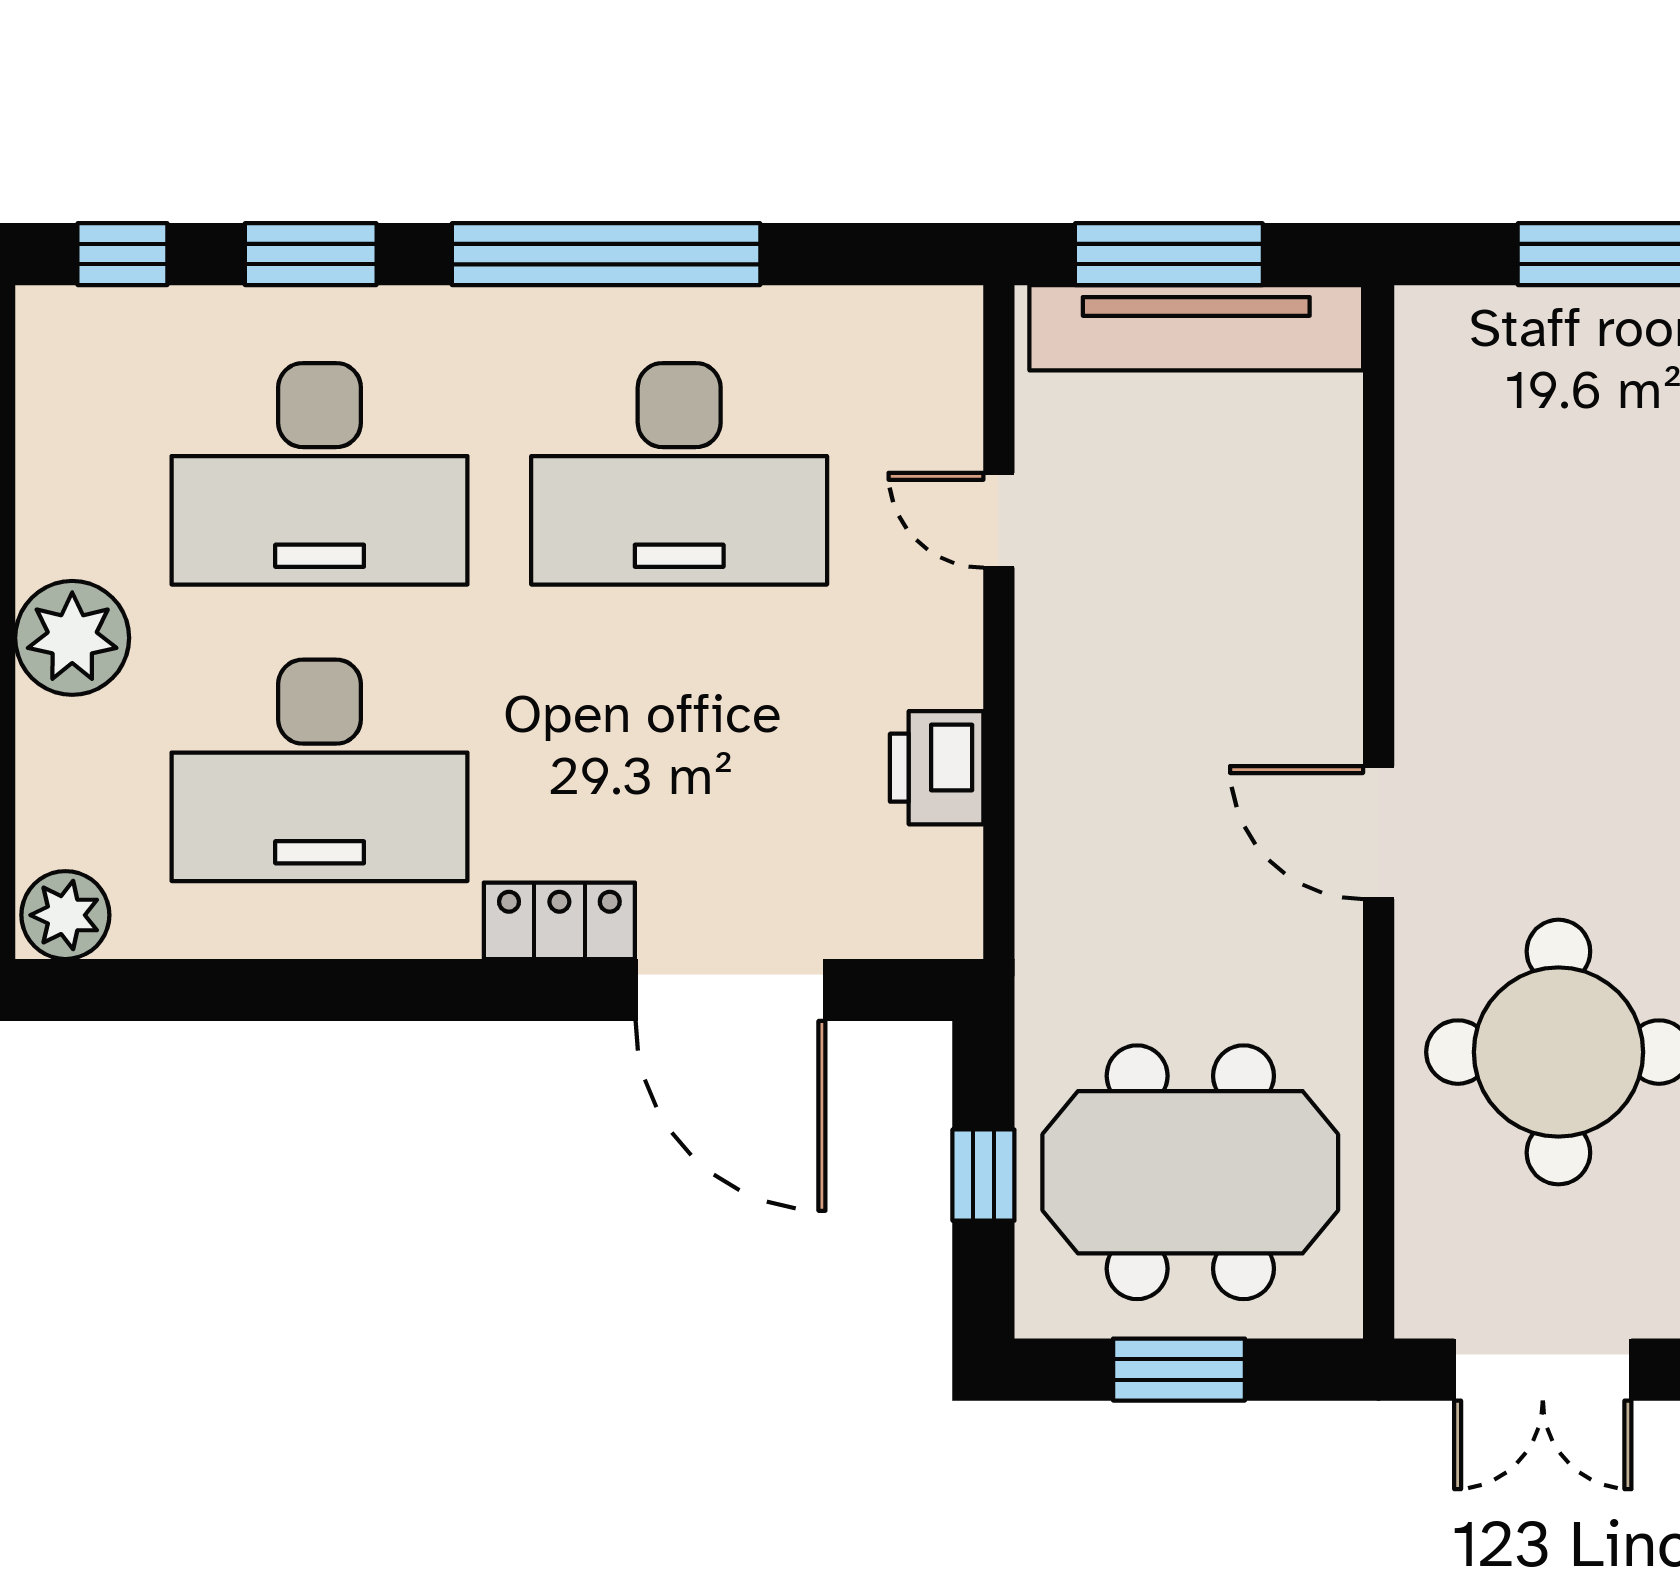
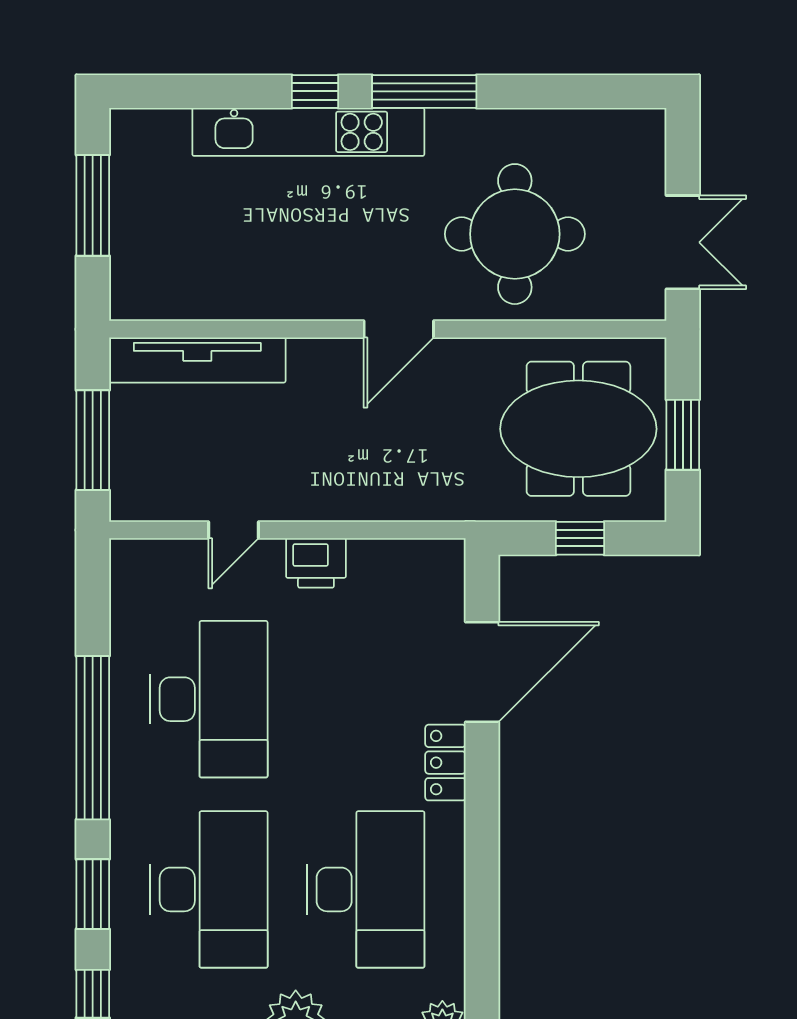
tv unit: (1196, 328) -> (197, 360), moved, turned 90
printer: (937, 768) -> (316, 563), moved
meeting table: (1190, 1172) -> (578, 429), turned 90

